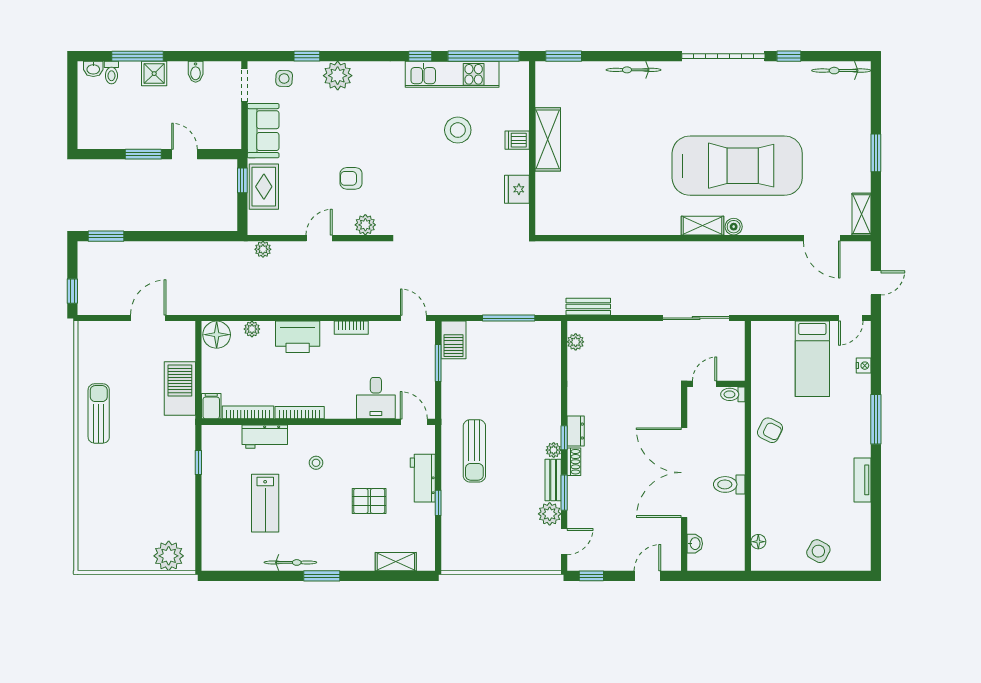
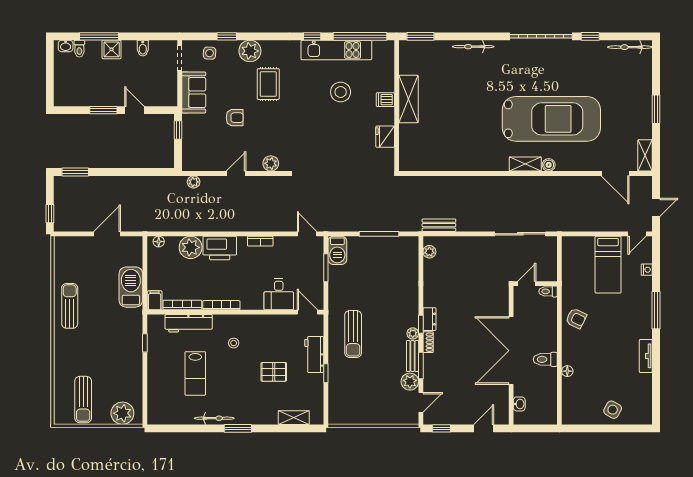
armchair: (351, 178) -> (235, 118), moved, turned 180
rug: (264, 187) -> (268, 84), moved
plant: (252, 329) -> (191, 247), width x1.88, depth x1.88
floor lamp: (217, 335) -> (159, 242), width x0.53, depth x0.53
workbench: (265, 437) -> (189, 323), width x1.38
sun lounger: (117, 538) -> (83, 400), added
floor lamp: (758, 542) -> (567, 371), moved

